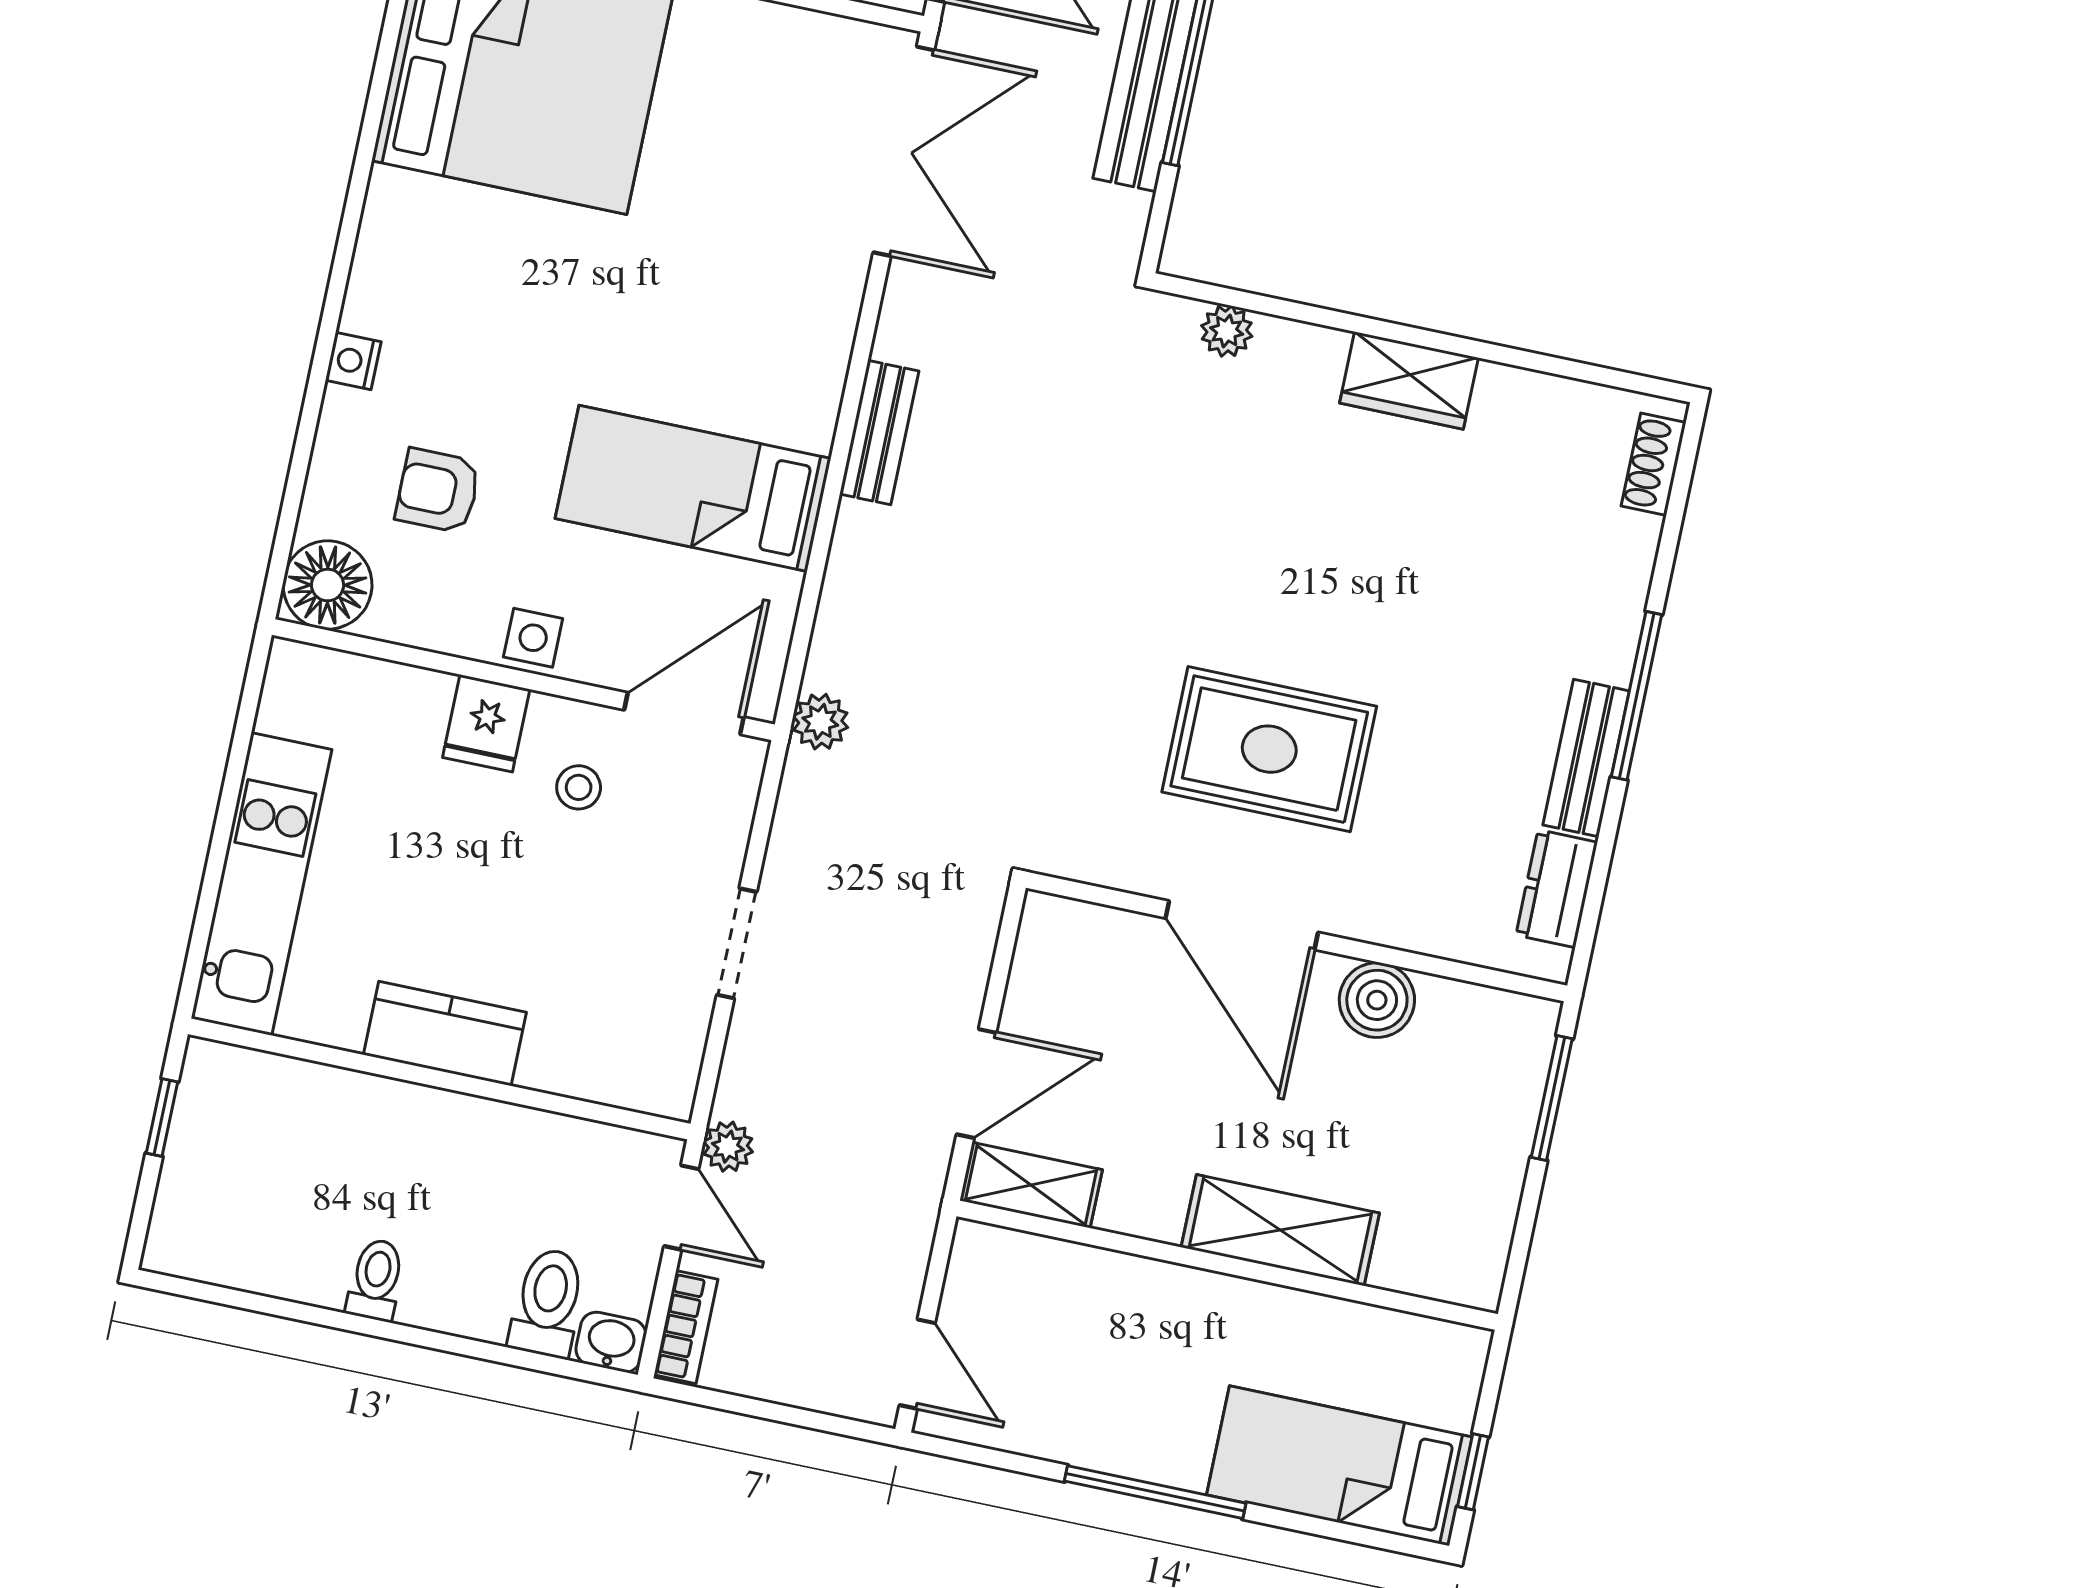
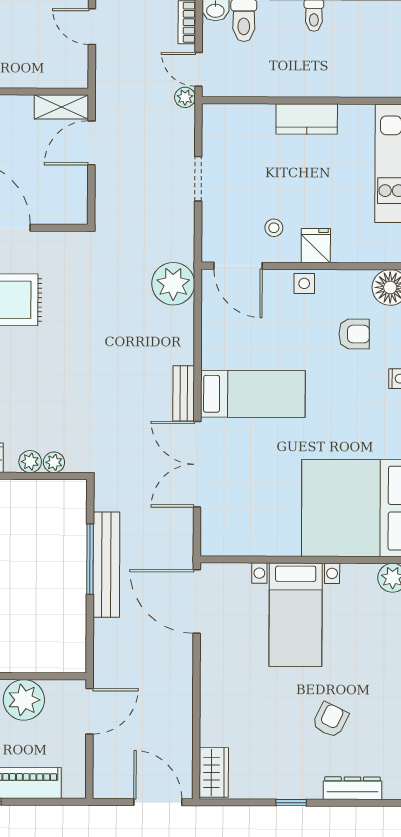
double door: (904, 151) -> (197, 464), moved
plant: (1284, 345) -> (30, 462), added
bed: (693, 488) -> (253, 394), moved
door: (684, 714) -> (238, 266), hinge flipped
plant: (820, 722) -> (173, 284), width x1.87, depth x1.87

